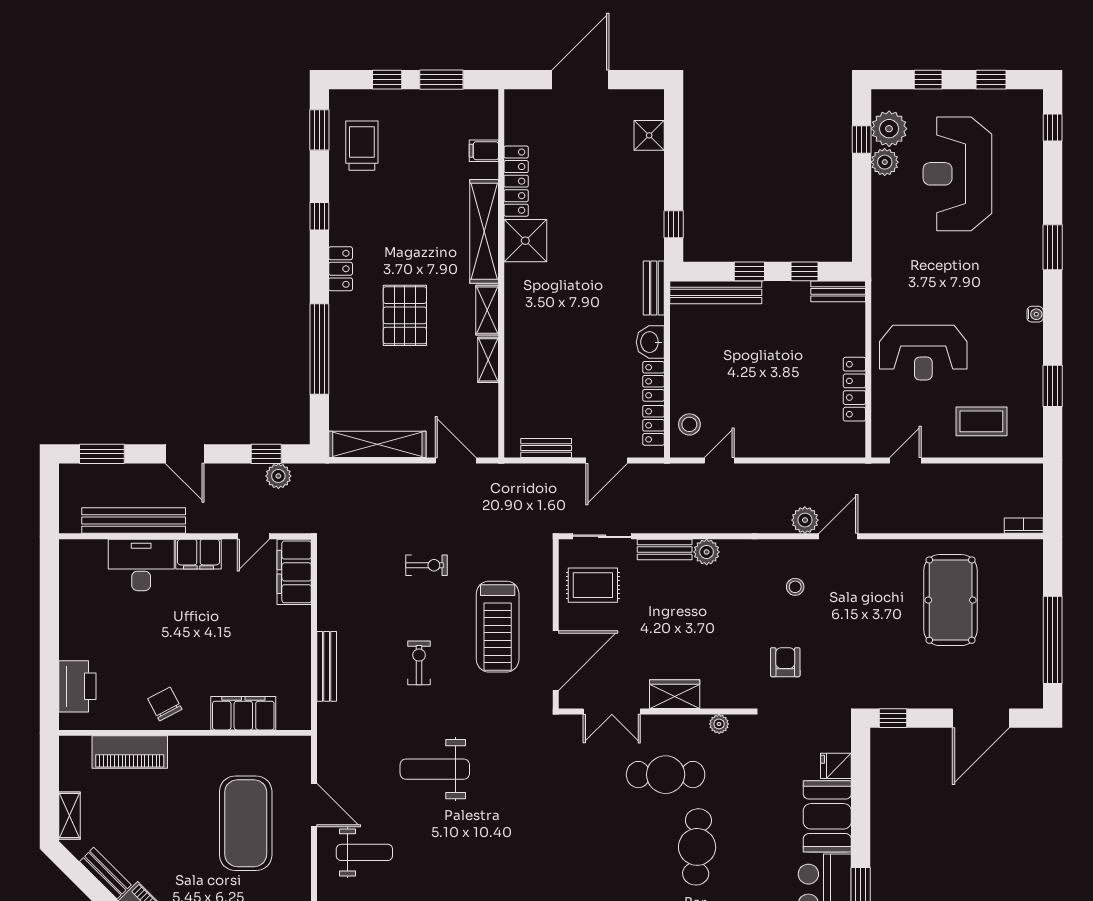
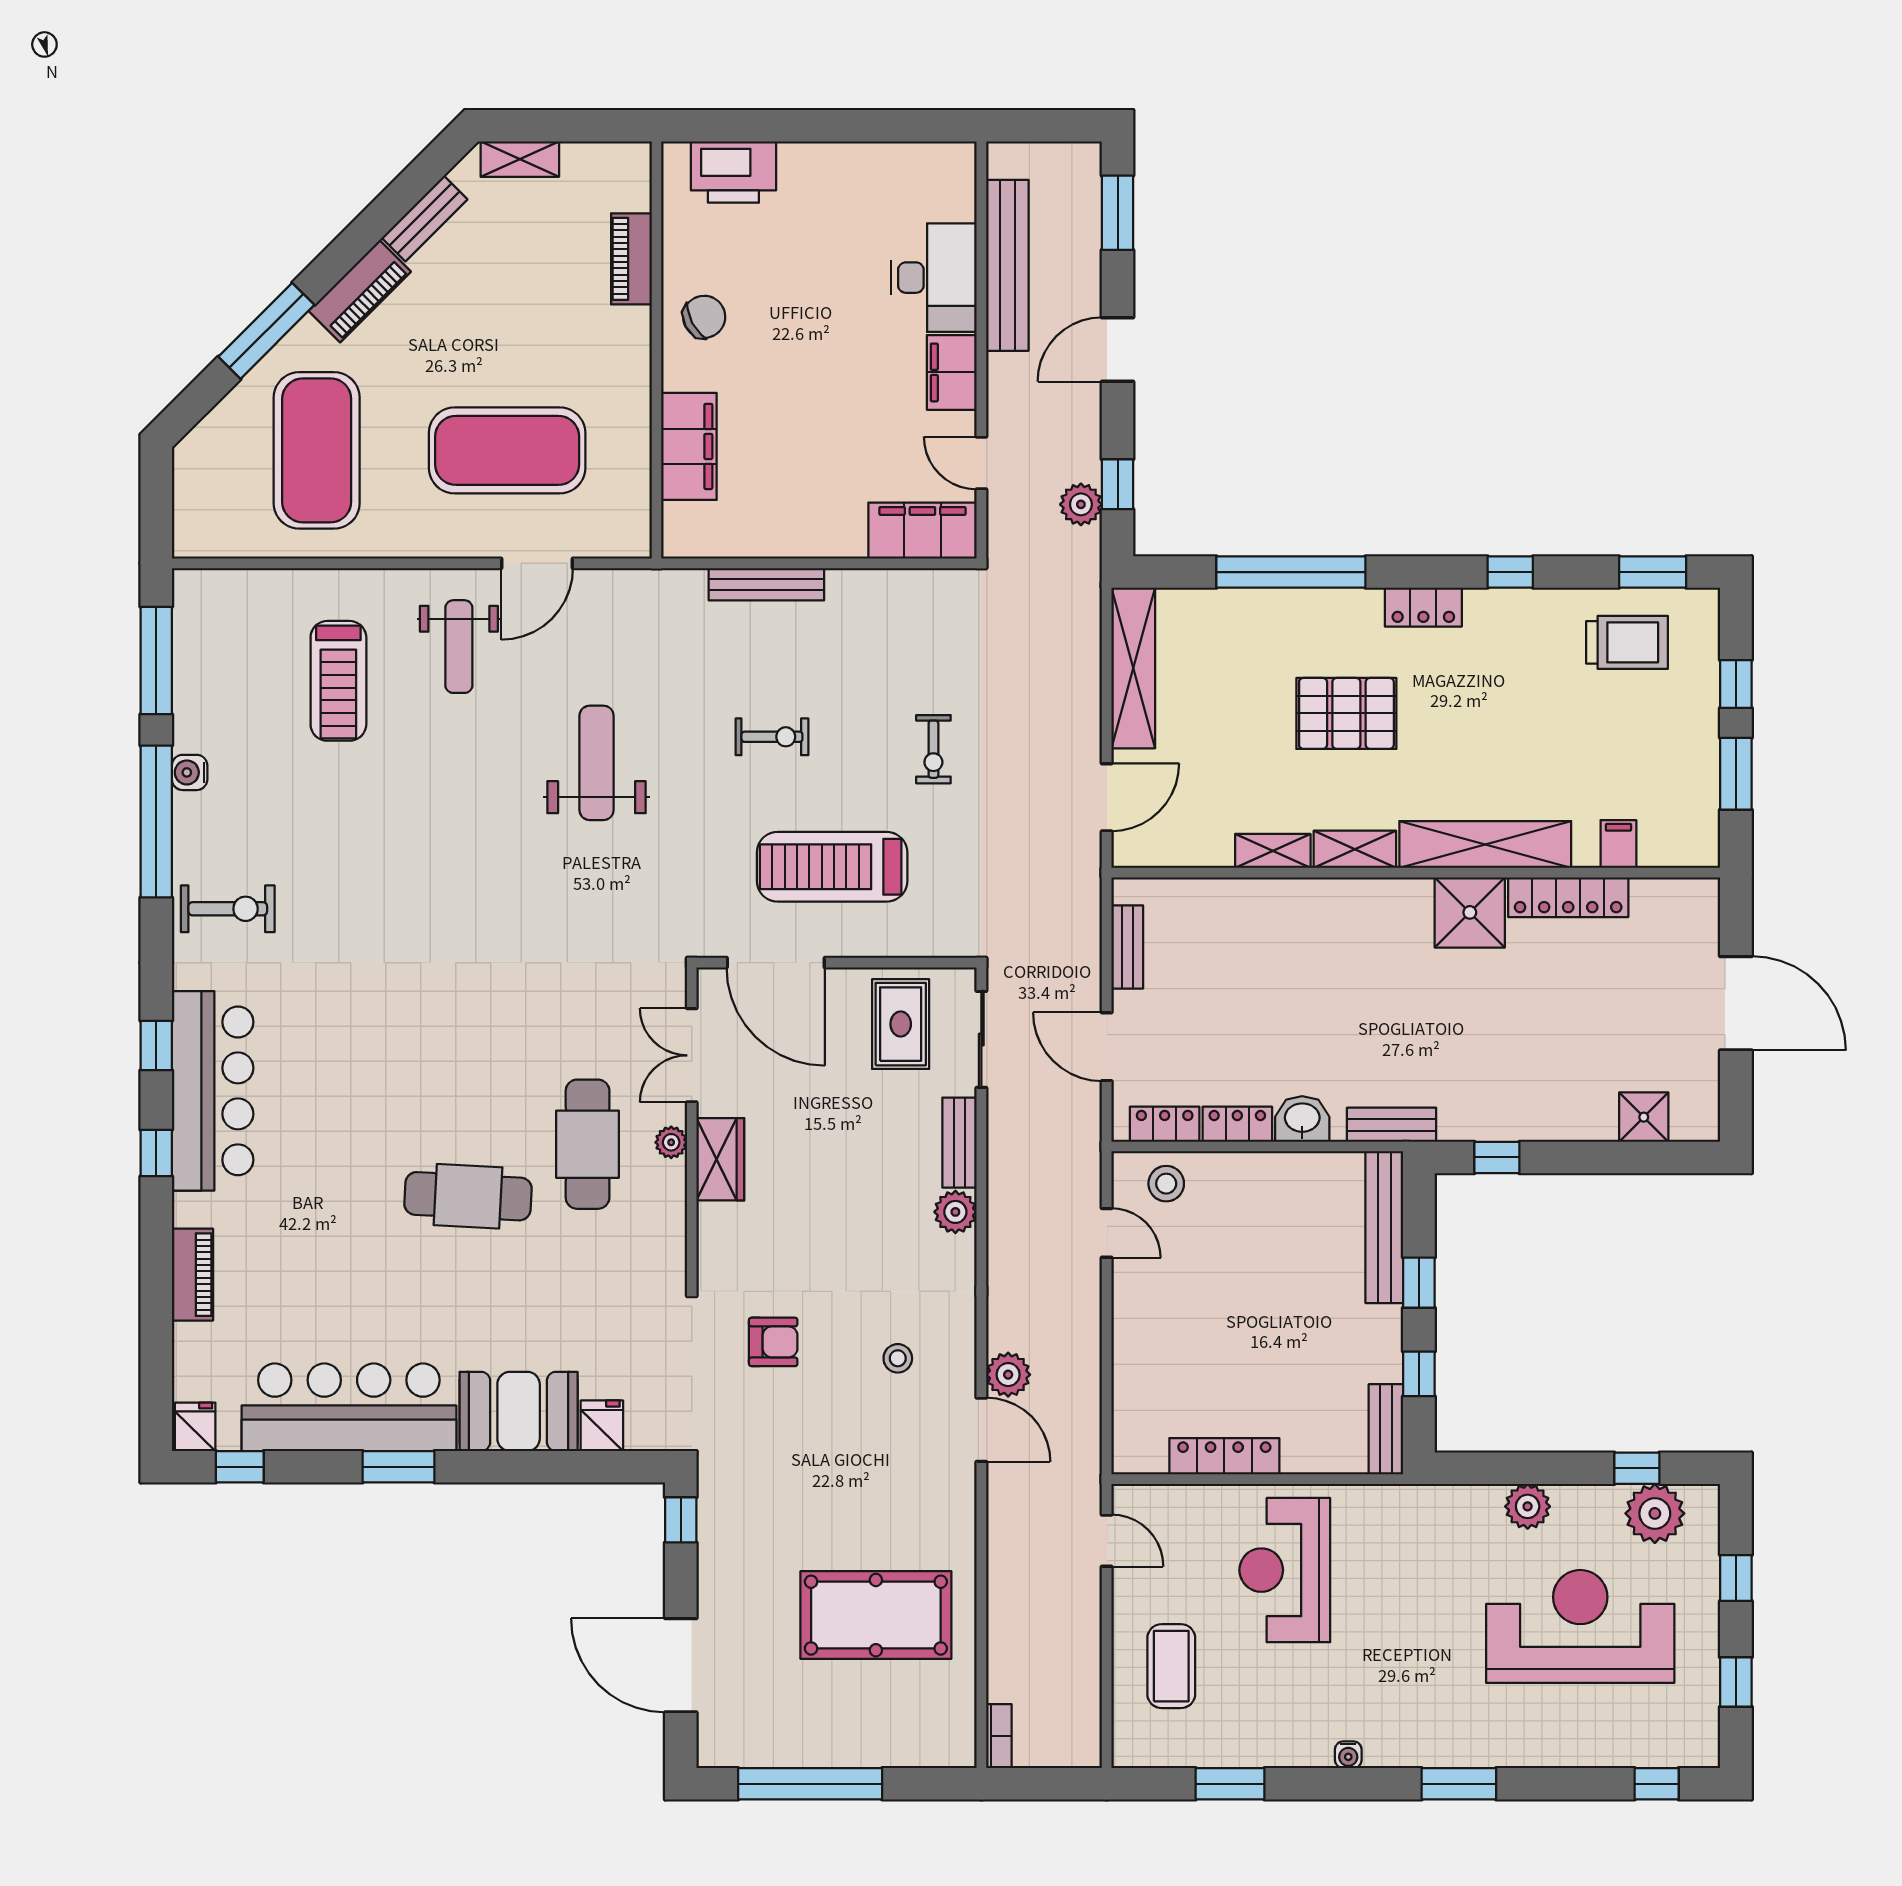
plant: (885, 162) -> (1528, 1506), moved
plant: (719, 724) -> (671, 1142), moved
piano: (130, 752) -> (631, 259), width x0.73, depth x0.75

